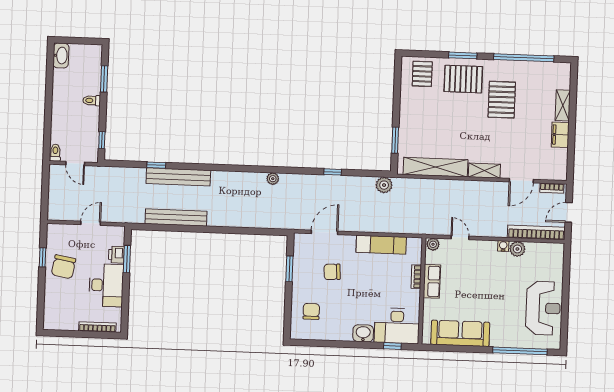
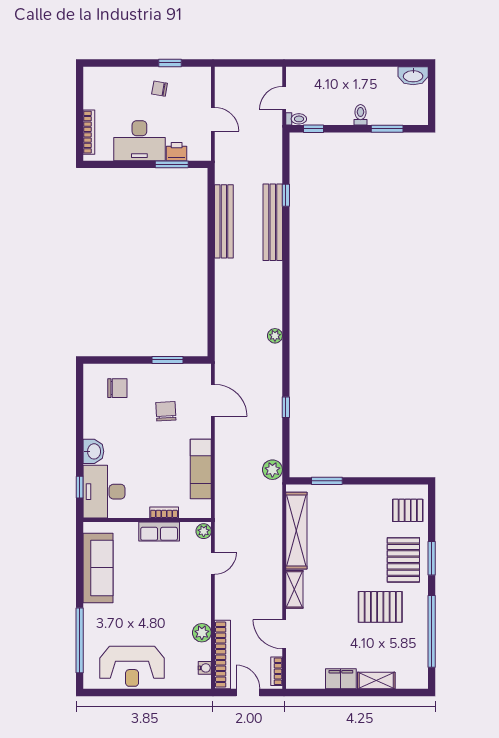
toilet: (55, 153) -> (296, 119), moved
water cooler: (503, 246) -> (205, 668), moved
chair: (63, 267) -> (160, 89), width x0.54, depth x0.54

